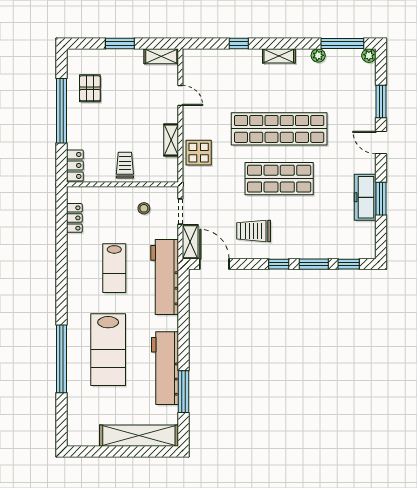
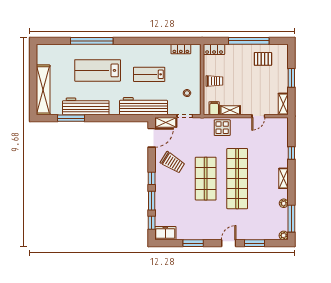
filing cabinet: (168, 165) -> (214, 108), added
freezer: (365, 197) -> (165, 233), moved, width x0.71
trolley: (254, 231) -> (173, 163), turned 122

